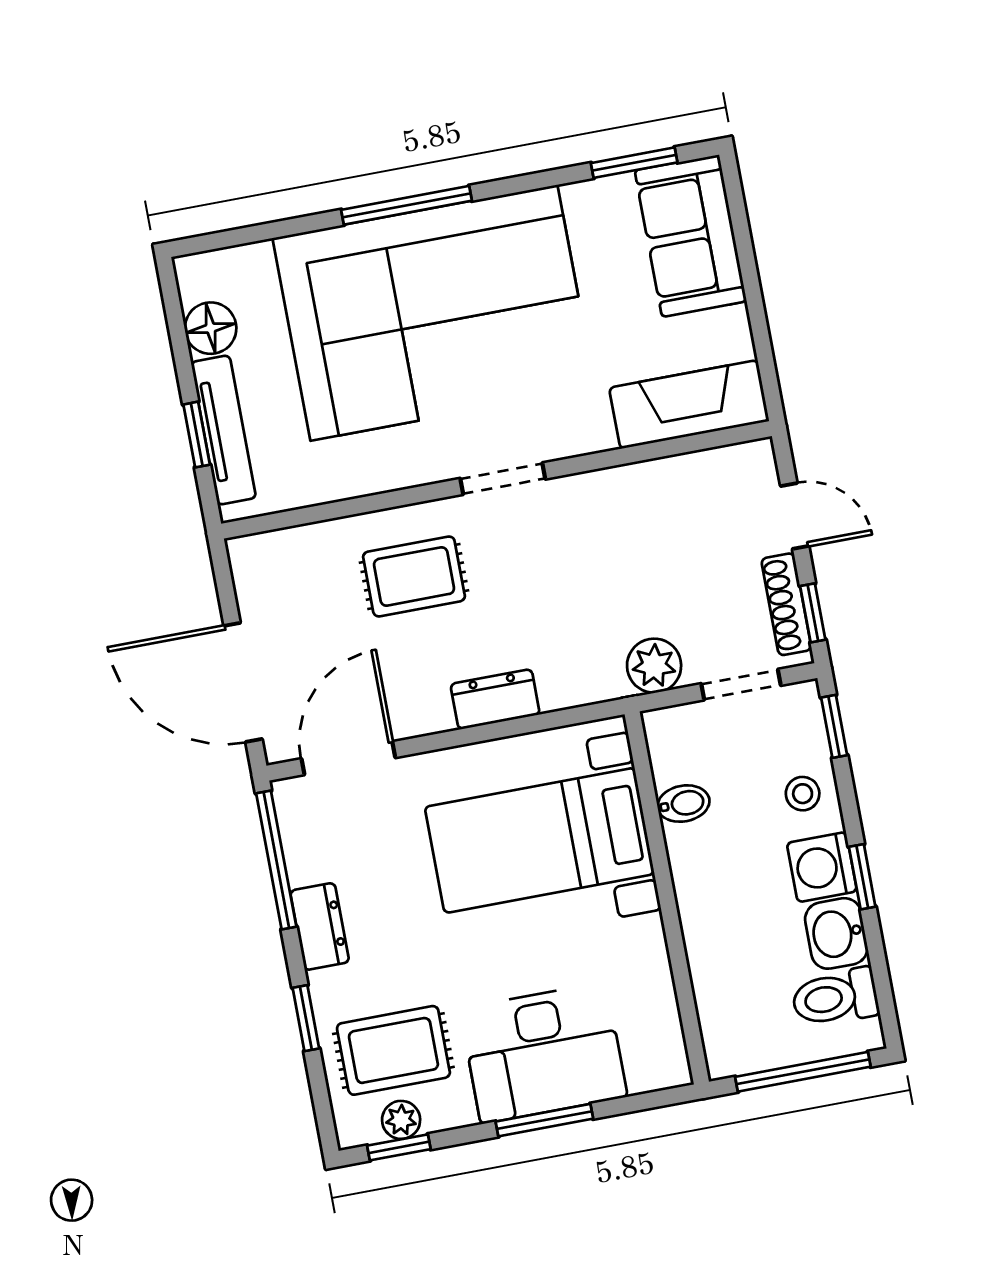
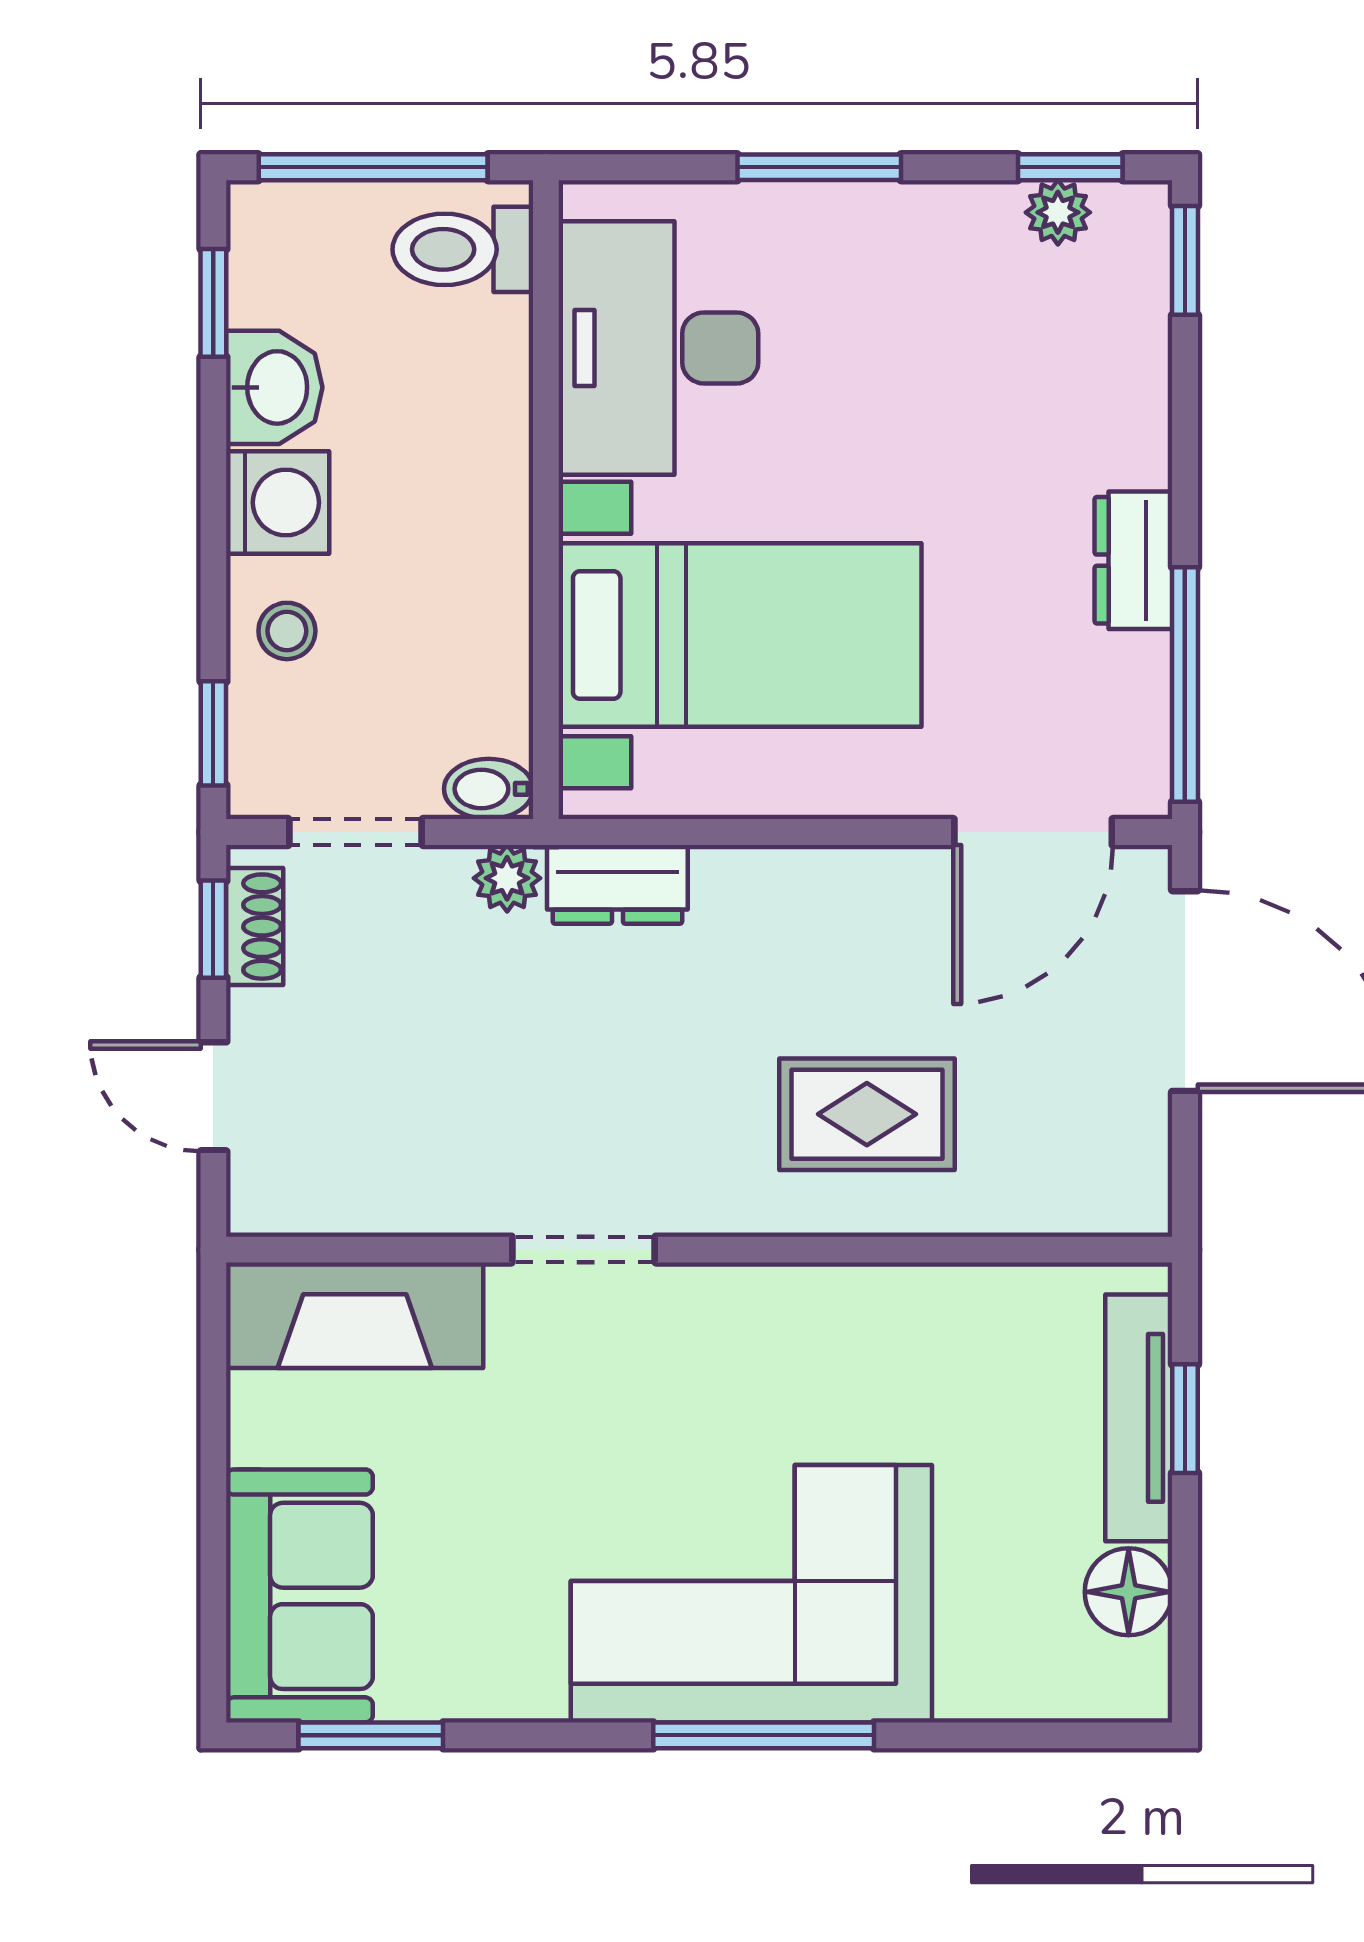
corner sofa: (434, 313) -> (751, 1594), width x0.73, depth x0.74
doorway: (503, 479) -> (584, 1250), moved
shoe rack: (786, 604) -> (255, 927), width x0.70
plant: (654, 666) -> (507, 878), width x0.73, depth x0.73
dresser: (495, 699) -> (617, 884), moved
bidet: (683, 804) -> (489, 789), moved
window: (862, 877) -> (213, 303), moved
toilet: (835, 997) -> (463, 249), moved, turned 180
window: (306, 1018) -> (1185, 260), moved
rug: (393, 1050) -> (1049, 331), removed
desk: (544, 1053) -> (658, 348), moved, turned -90

